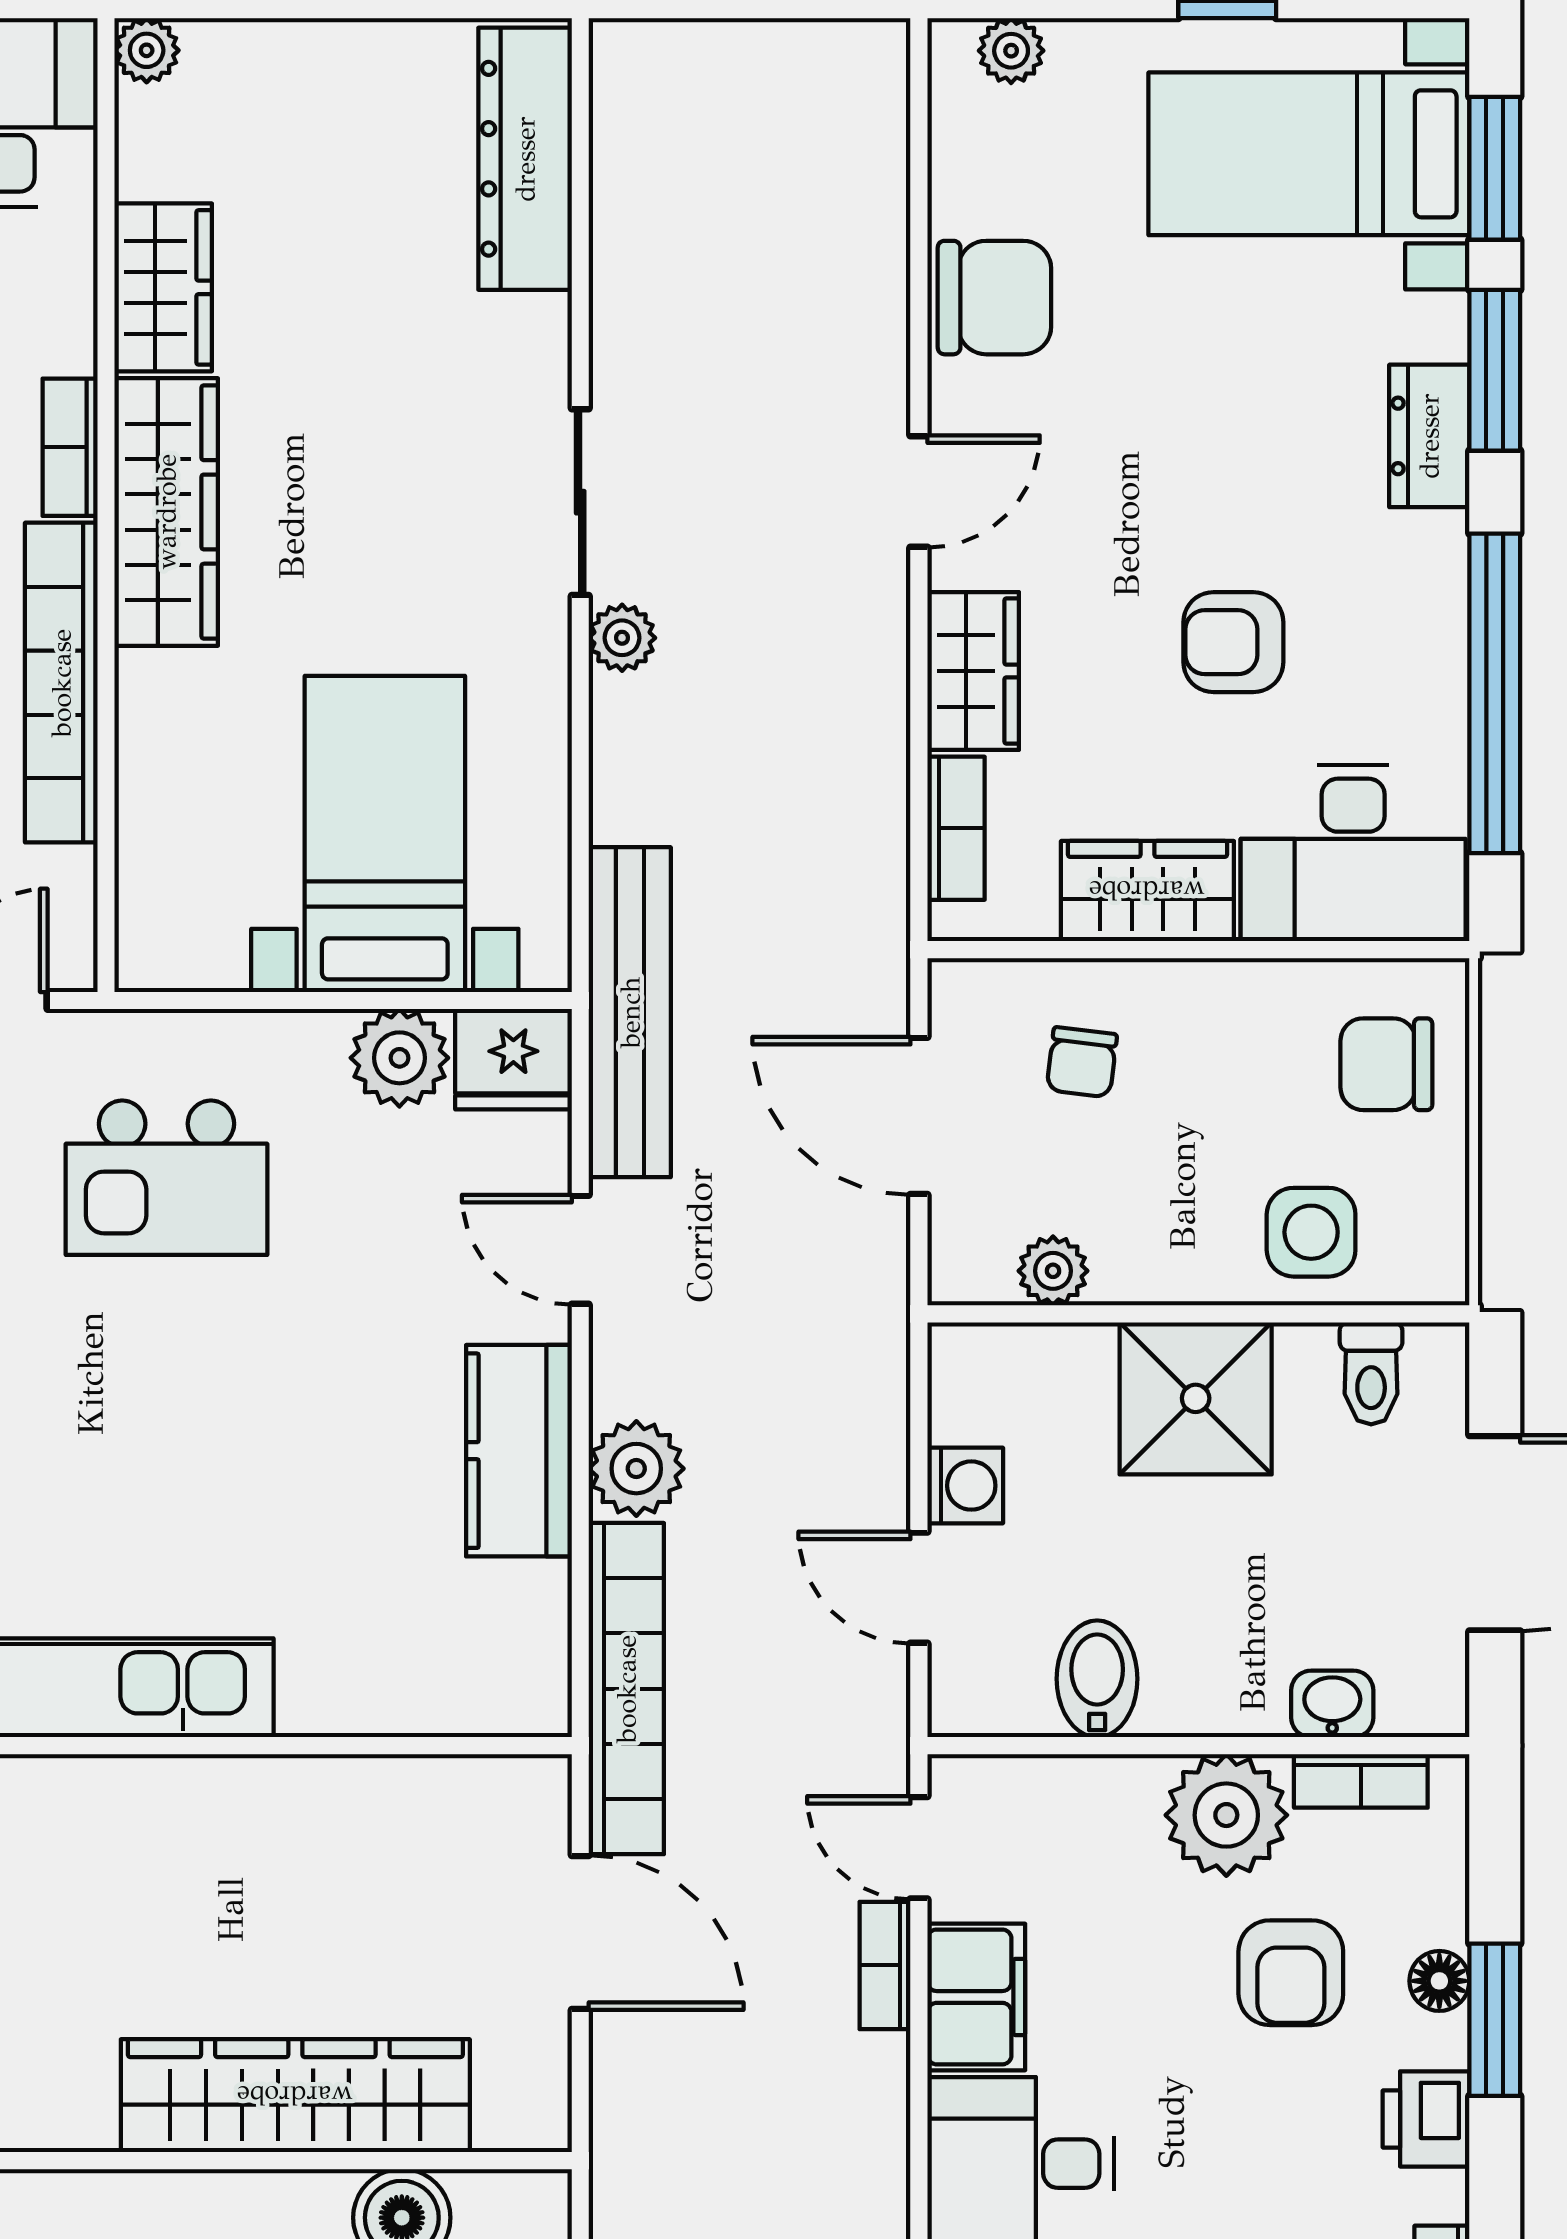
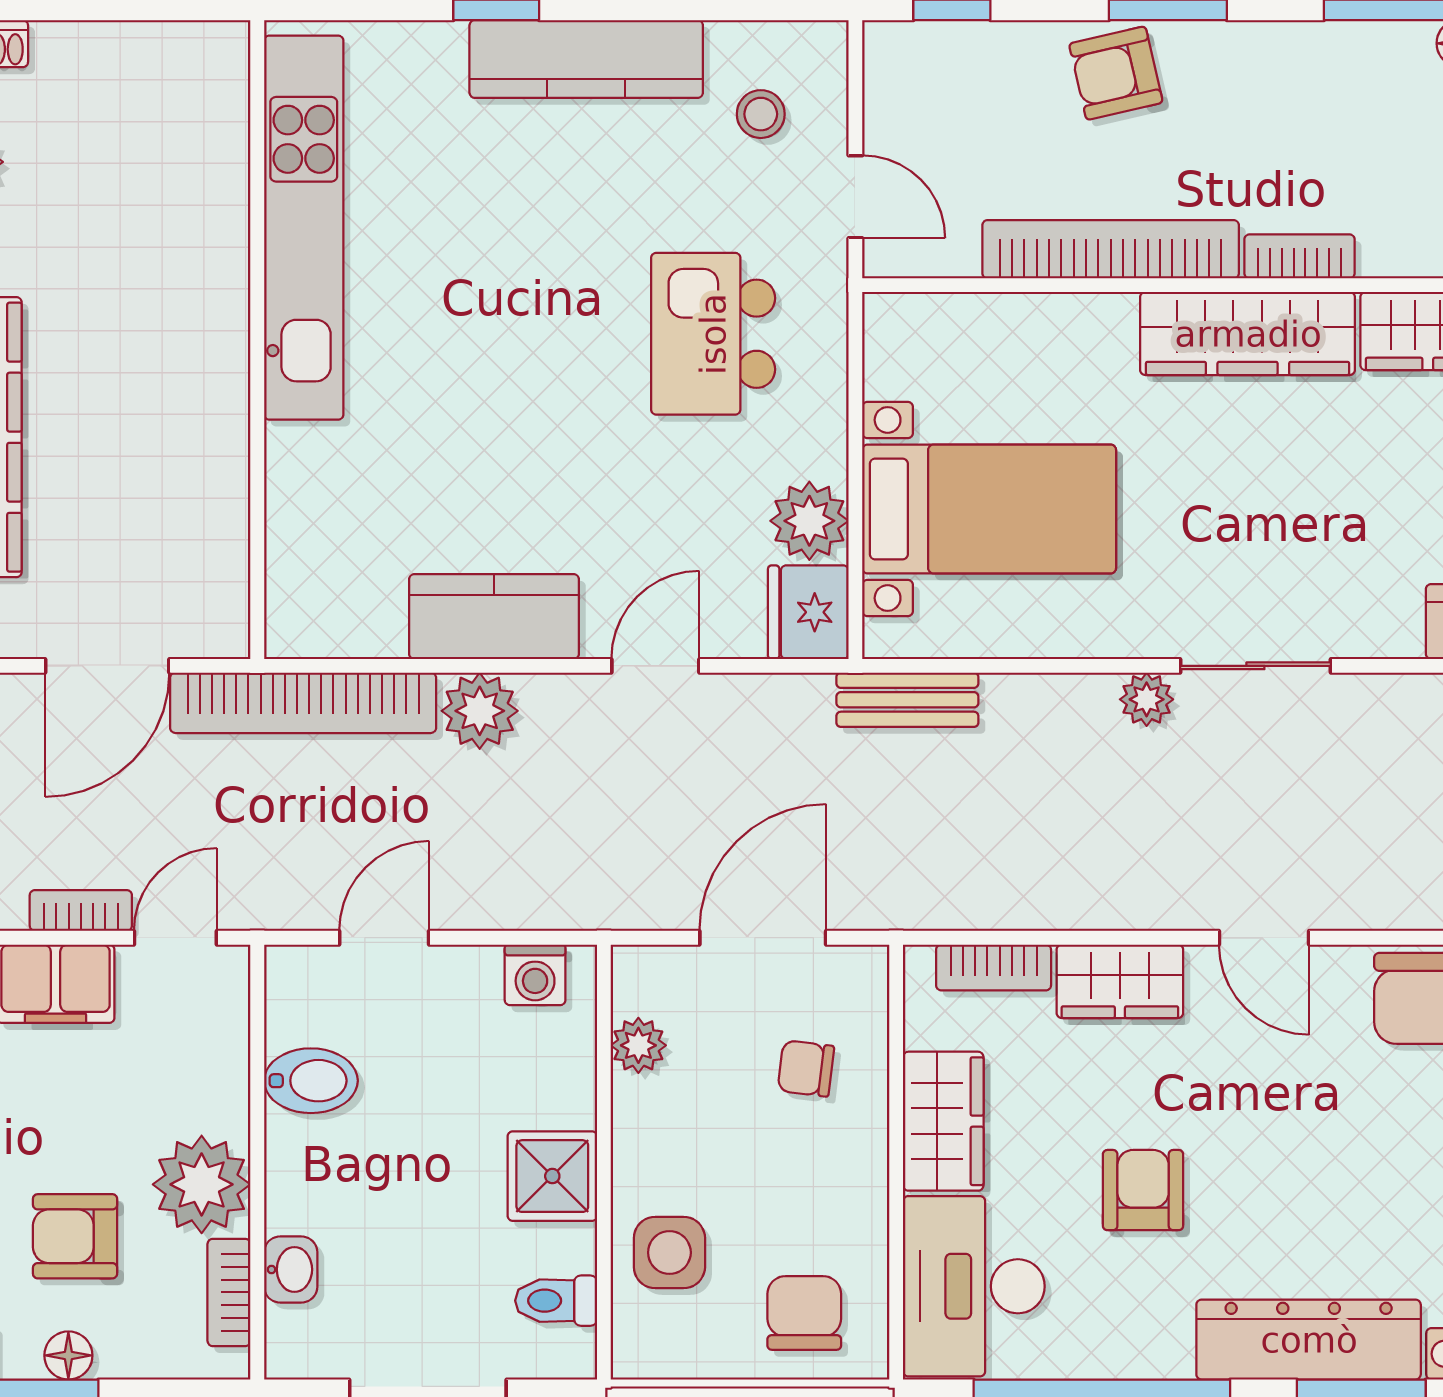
dresser: (1429, 436) -> (1309, 1340), width x1.96, depth x1.24
bench: (630, 1012) -> (907, 700), width x0.54, depth x0.82
shower: (1196, 1398) -> (552, 1176), width x0.73, depth x0.73
washing machine: (965, 1486) -> (535, 975), moved

